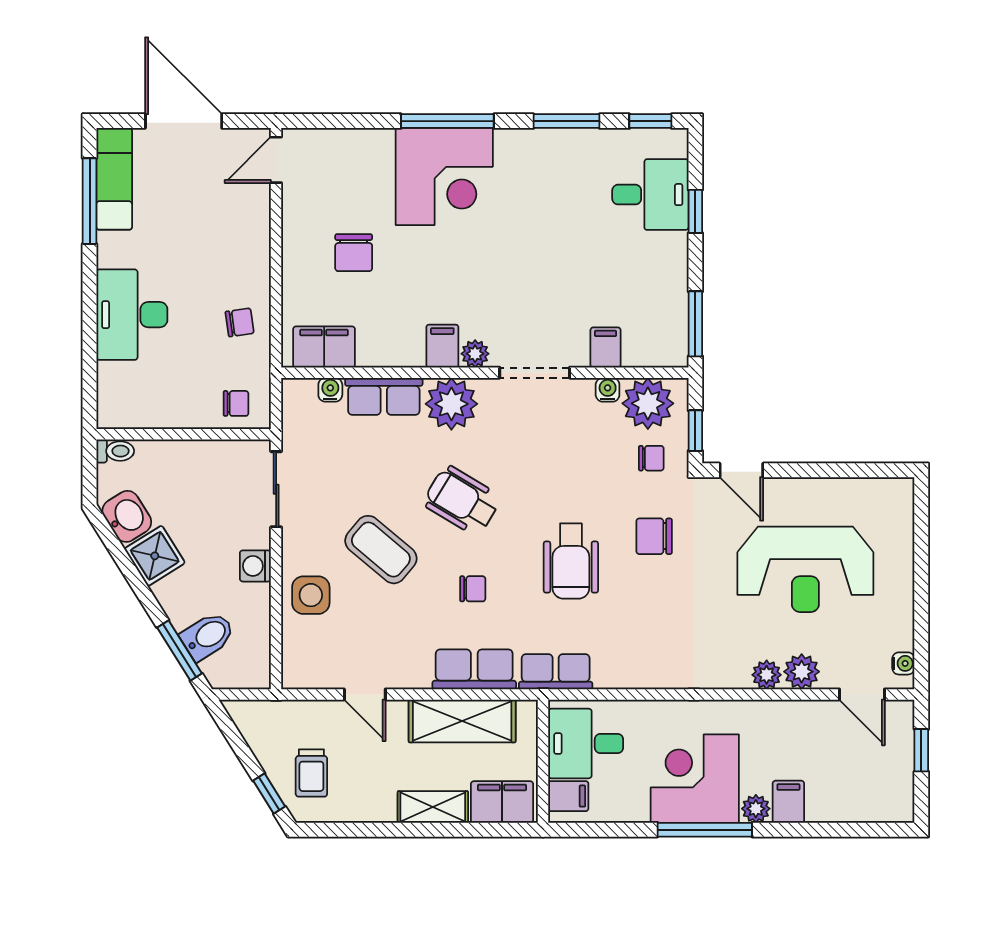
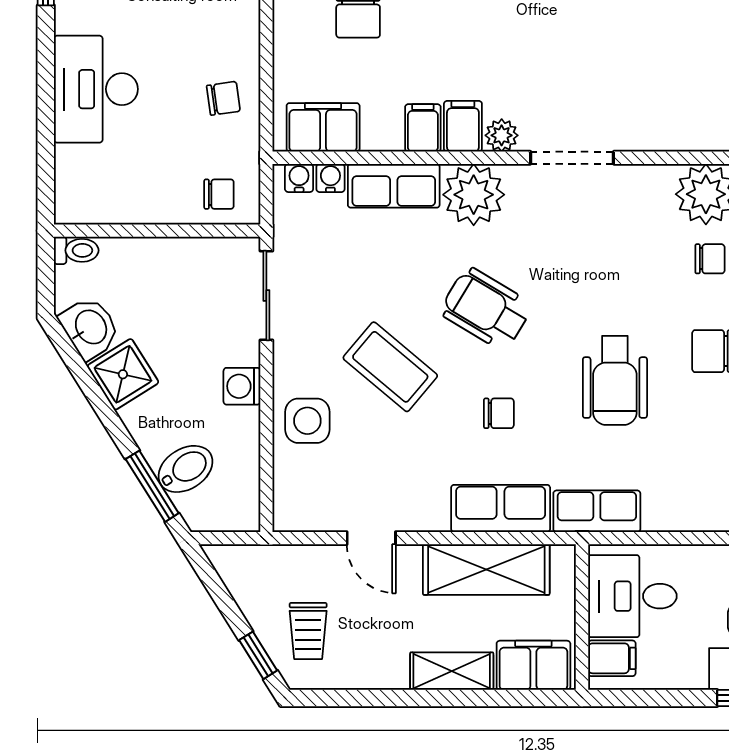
filing cabinet: (606, 347) -> (423, 128), moved
water cooler: (608, 390) -> (299, 178), moved

